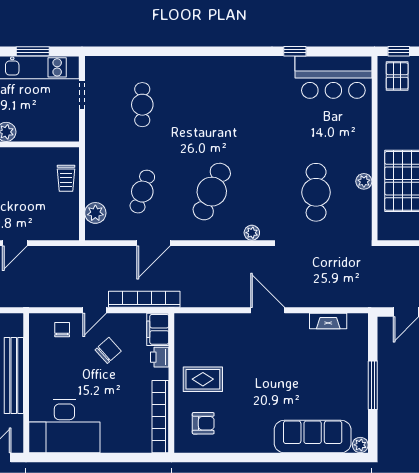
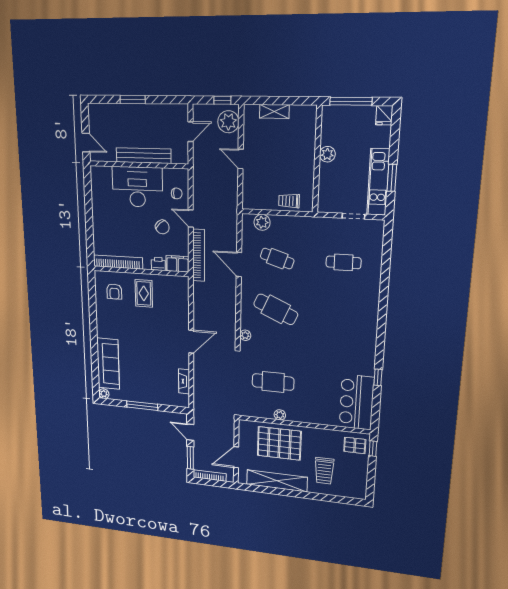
desk: (64, 426) -> (137, 187), moved, turned 90

